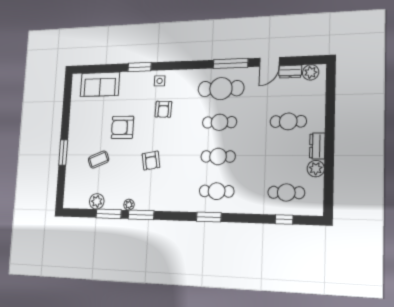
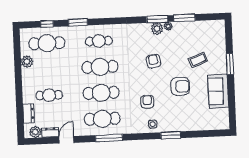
window: (231, 63) -> (109, 138), moved
sofa: (100, 84) -> (218, 91), moved, turned -90
cafe table: (220, 122) -> (101, 93), width x1.37, depth x1.35
dresser: (317, 146) -> (28, 114), moved
cafe table: (218, 156) -> (100, 67), width x1.37, depth x1.35
cafe table: (286, 193) -> (47, 43), width x1.37, depth x1.35
plant: (97, 201) -> (157, 29), moved
window: (209, 217) -> (78, 23), moved

